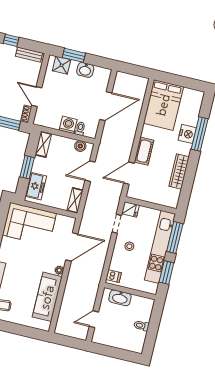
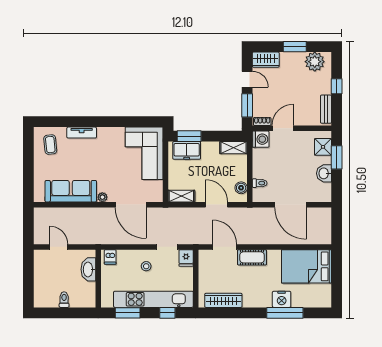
washing machine: (68, 125) -> (261, 139), moved
window: (27, 167) -> (189, 136), moved
wardrobe: (179, 172) -> (223, 300), moved
window: (175, 238) -> (167, 313), width x0.46

